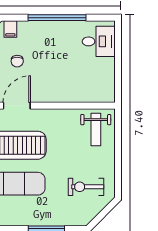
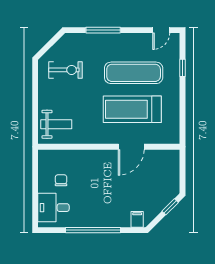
chair: (17, 61) -> (61, 180), moved
weight bench: (96, 129) -> (56, 124), turned 90

